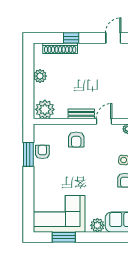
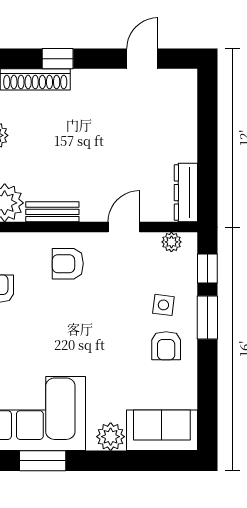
bench: (81, 114) -> (52, 212), moved
armchair: (76, 140) -> (68, 264), turned 90

